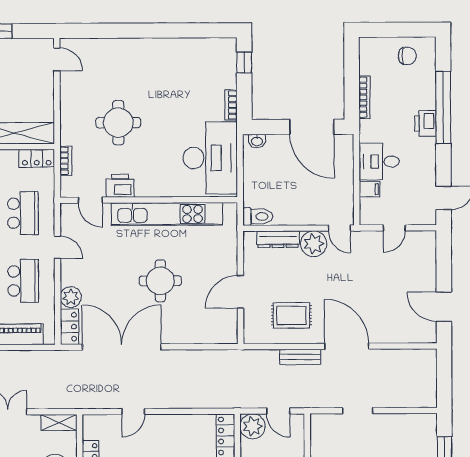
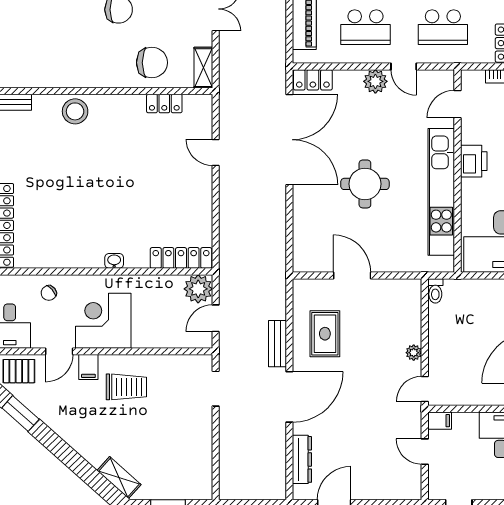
printer: (120, 186) -> (474, 161), moved
filing cabinet: (370, 189) -> (440, 421), moved, turned -90
toilet: (258, 217) -> (435, 291), width x0.73, depth x0.72
dresser: (278, 239) -> (302, 459), moved, turned 180
plant: (314, 244) -> (414, 353), width x0.53, depth x0.53
door: (57, 247) -> (404, 66), hinge flipped
plant: (71, 297) -> (375, 81), moved
doorway: (358, 411) -> (216, 389), moved

